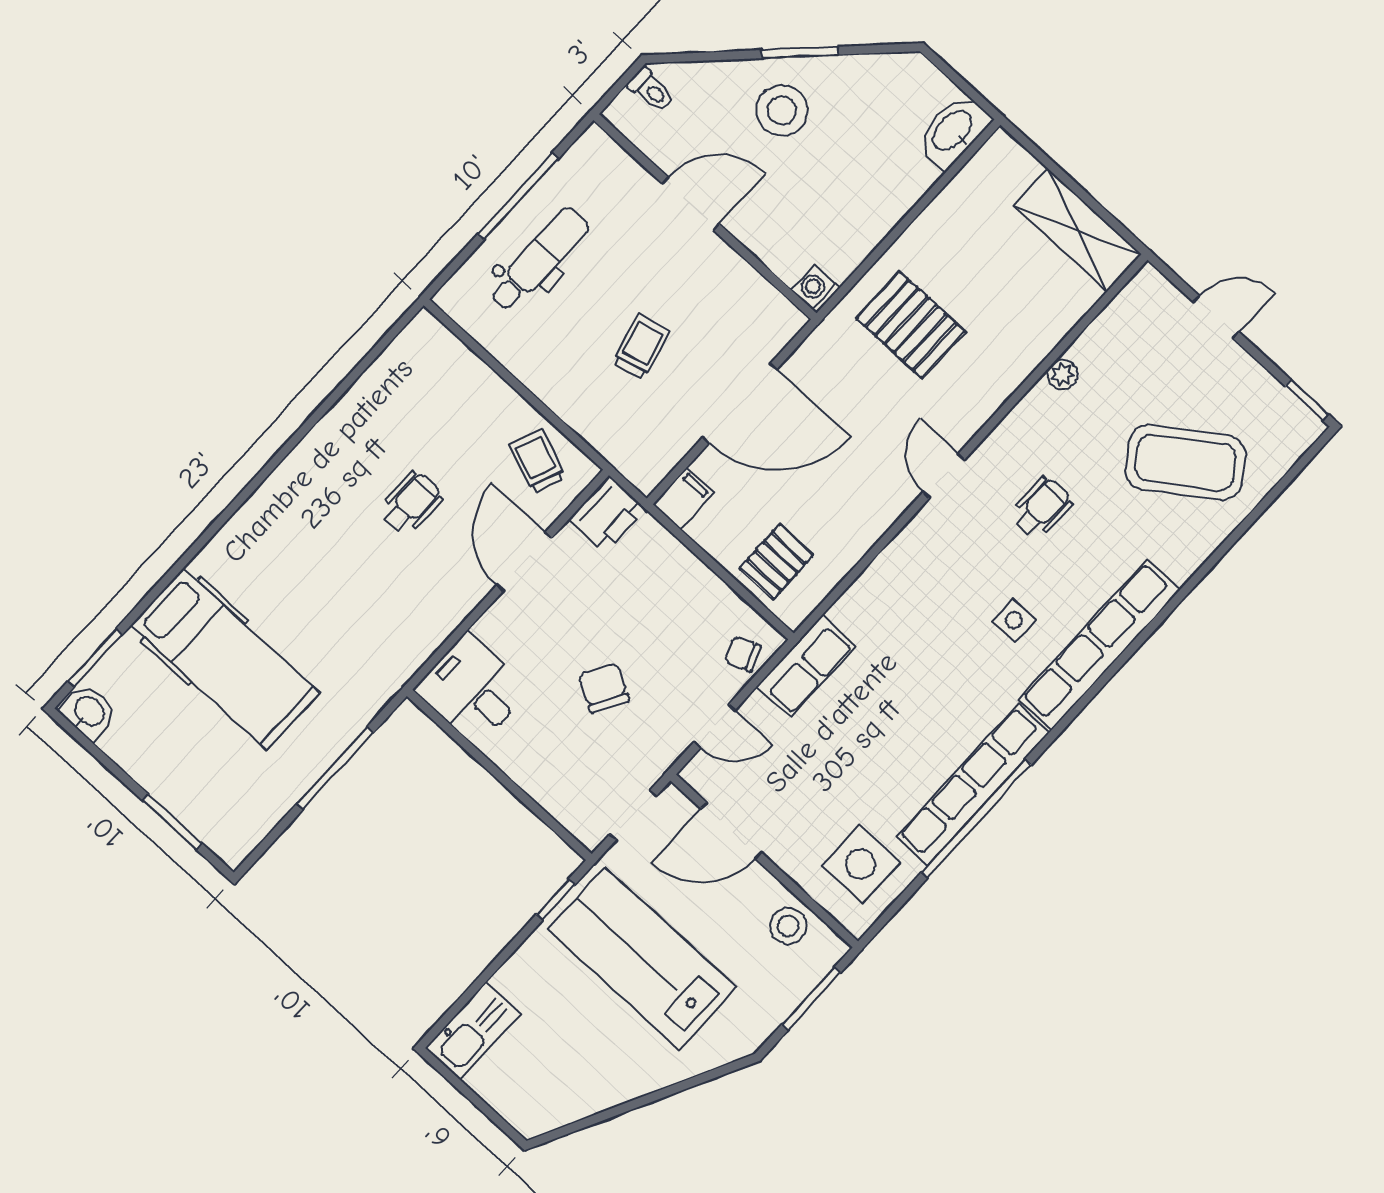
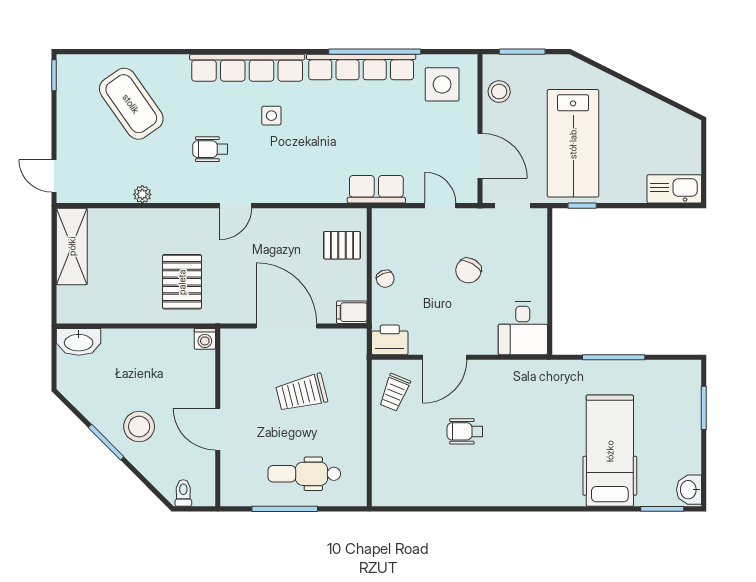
door: (1216, 317) -> (54, 176), moved
trolley: (641, 347) -> (302, 393), width x1.36, depth x1.39
chair: (743, 654) -> (385, 279), moved

